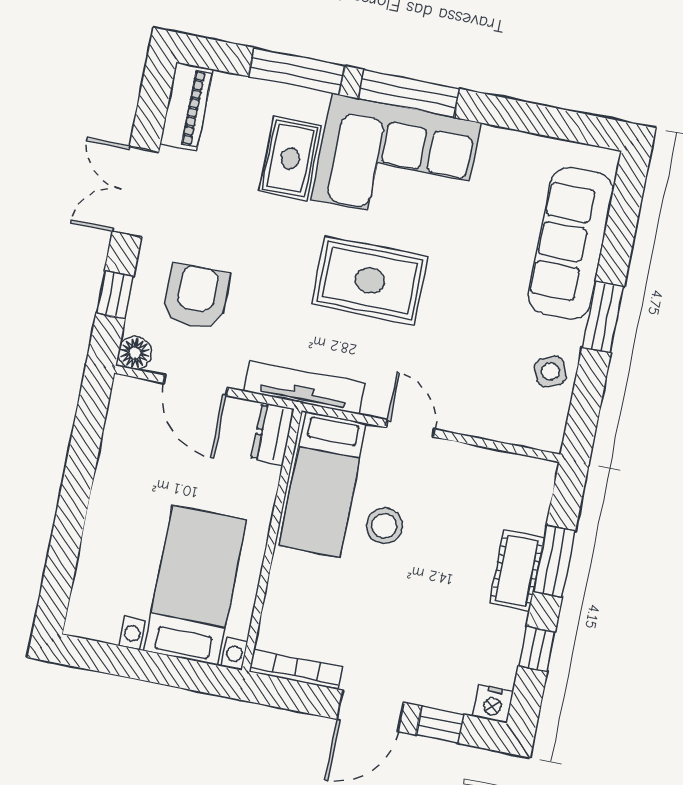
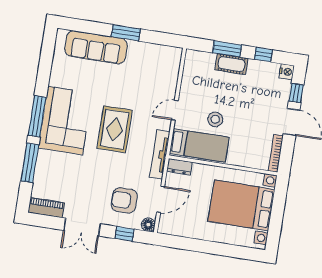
rug: (290, 158) -> (66, 164), removed
side table: (550, 371) -> (149, 54), removed
bed with nightstands: (195, 585) -> (241, 205), width x1.36

